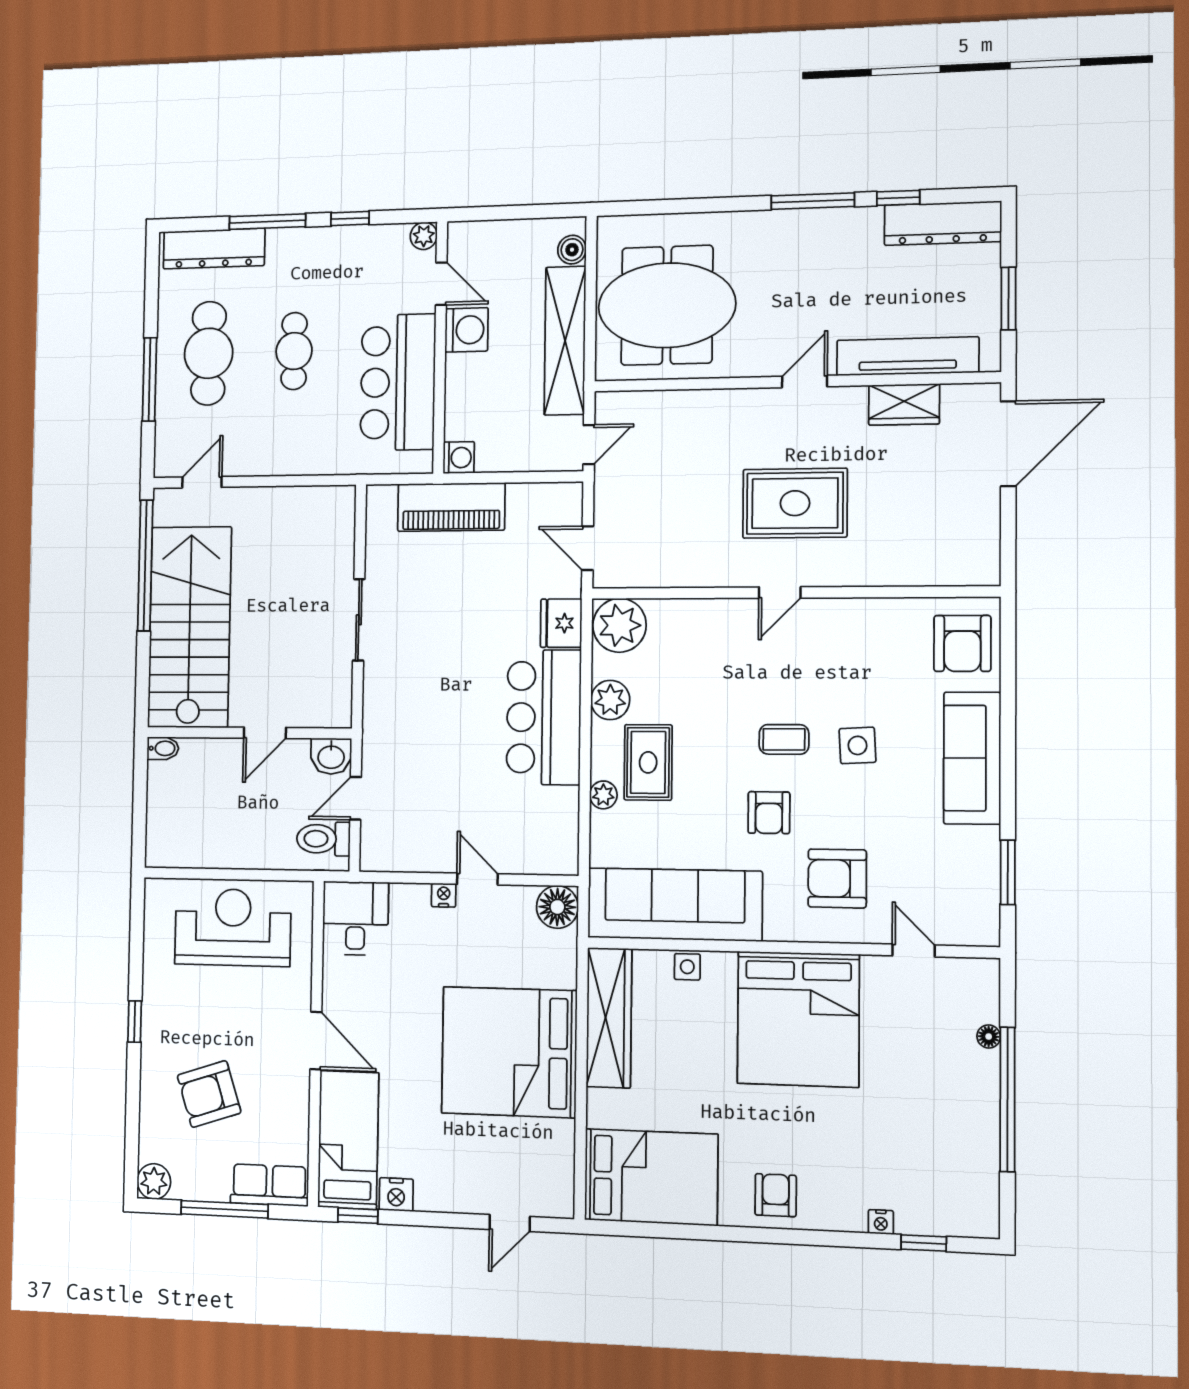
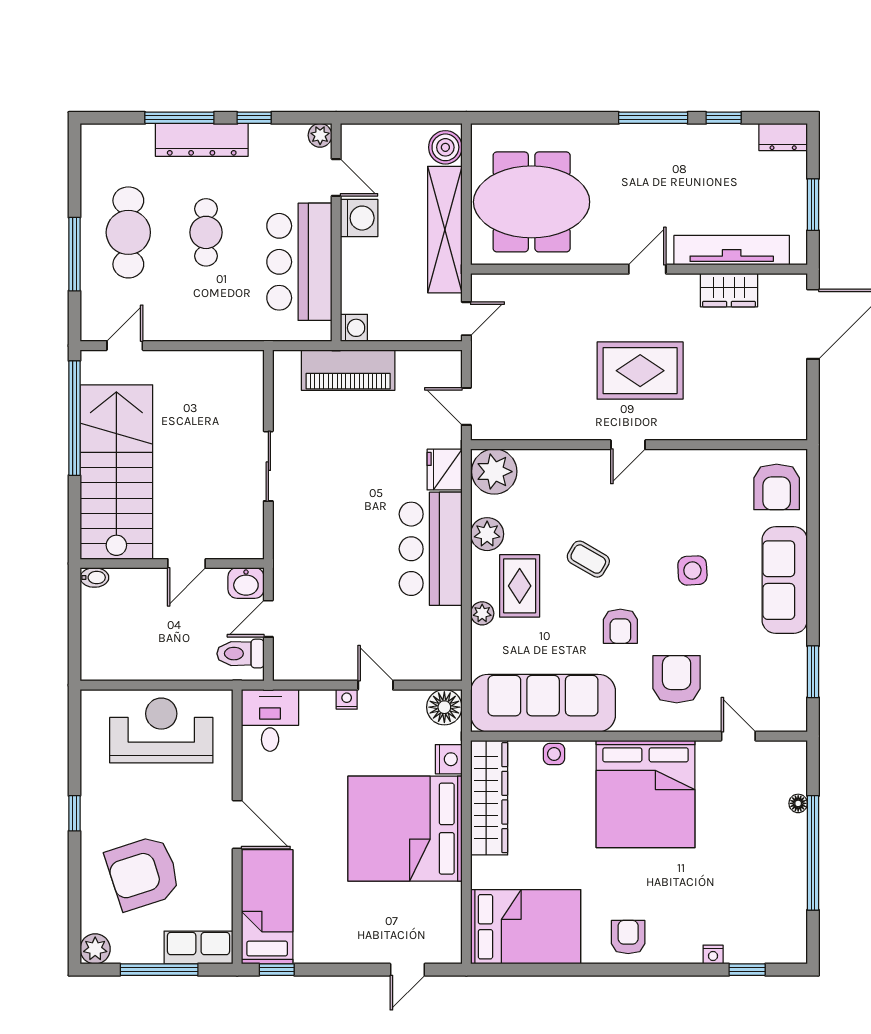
dresser: (943, 223) -> (783, 137), width x0.51, depth x0.80
dresser: (214, 249) -> (202, 140), moved
boiler: (572, 250) -> (445, 147), width x1.36, depth x1.36
coffee table: (784, 739) -> (588, 559), moved, turned 30
armchair: (837, 878) -> (677, 679), turned 90
armchair: (209, 1094) -> (143, 873), width x1.36, depth x1.36
nightstand: (396, 1195) -> (449, 759), moved, turned -90

